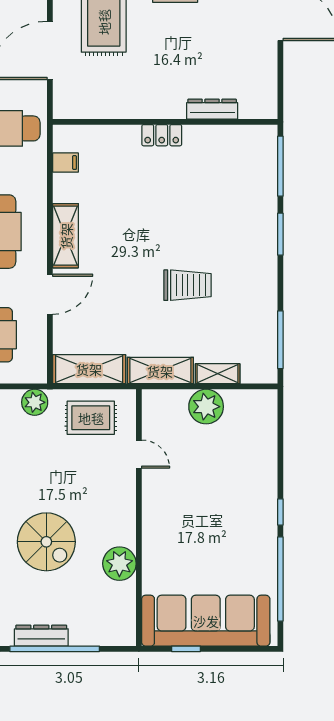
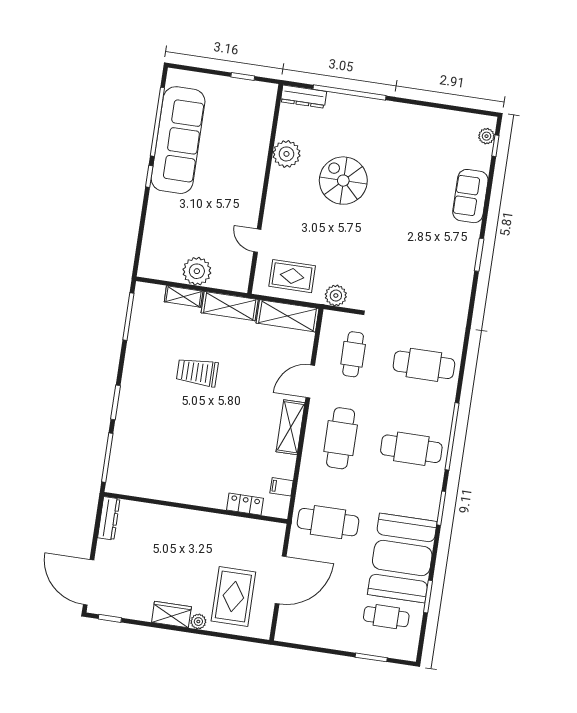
dresser: (212, 109) -> (109, 518), moved, turned -90
locker: (162, 135) -> (245, 504), moved
sofa: (206, 621) -> (178, 140), moved, turned -90
dresser: (41, 636) -> (303, 97), moved

